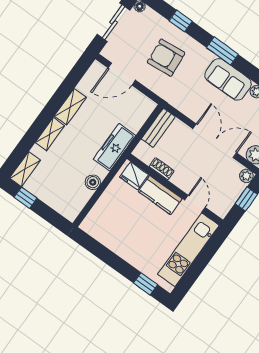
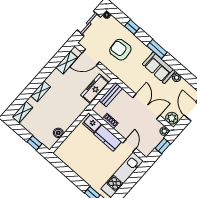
shelving: (70, 107) -> (67, 62), moved
freezer: (114, 147) -> (95, 89), moved
boiler: (93, 182) -> (58, 133), moved
window: (26, 198) -> (34, 143), moved

